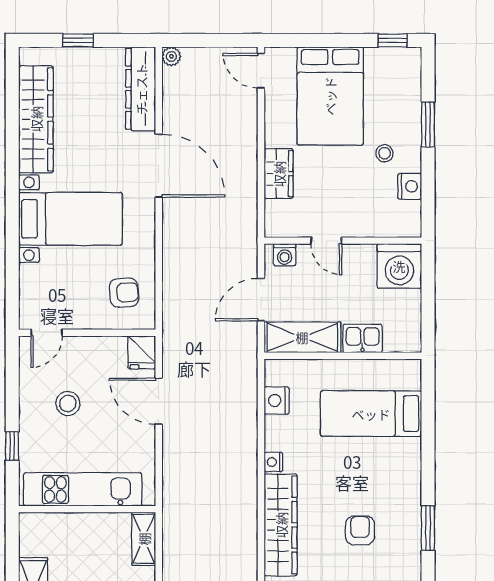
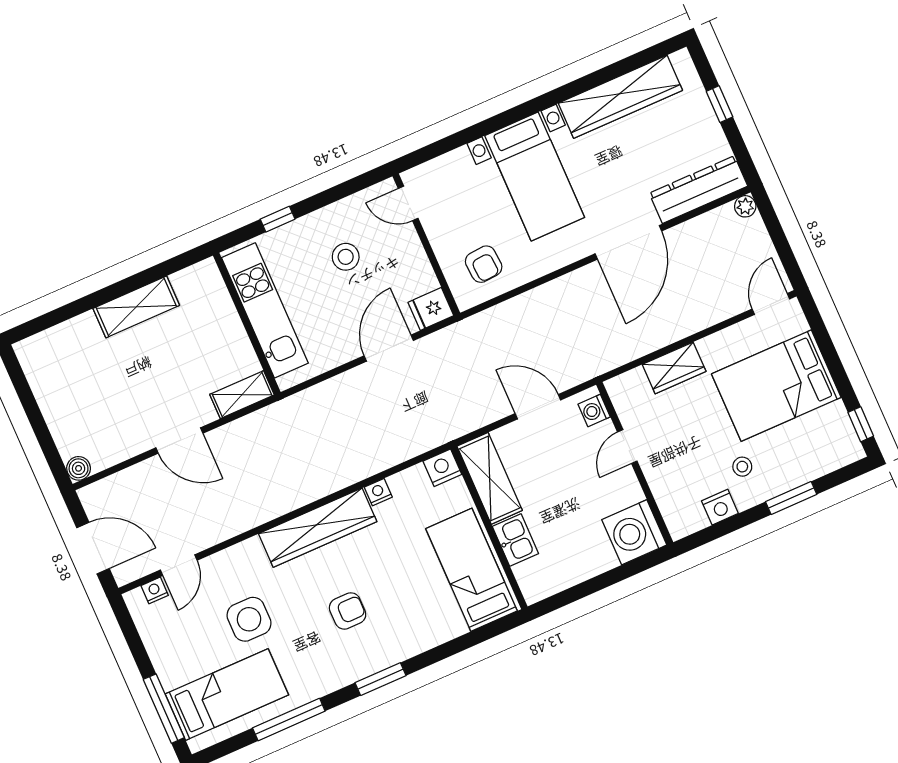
shelving: (302, 337) -> (490, 478), moved
kitchen sink: (362, 338) -> (515, 540), moved
wall: (343, 356) -> (489, 528), moved

